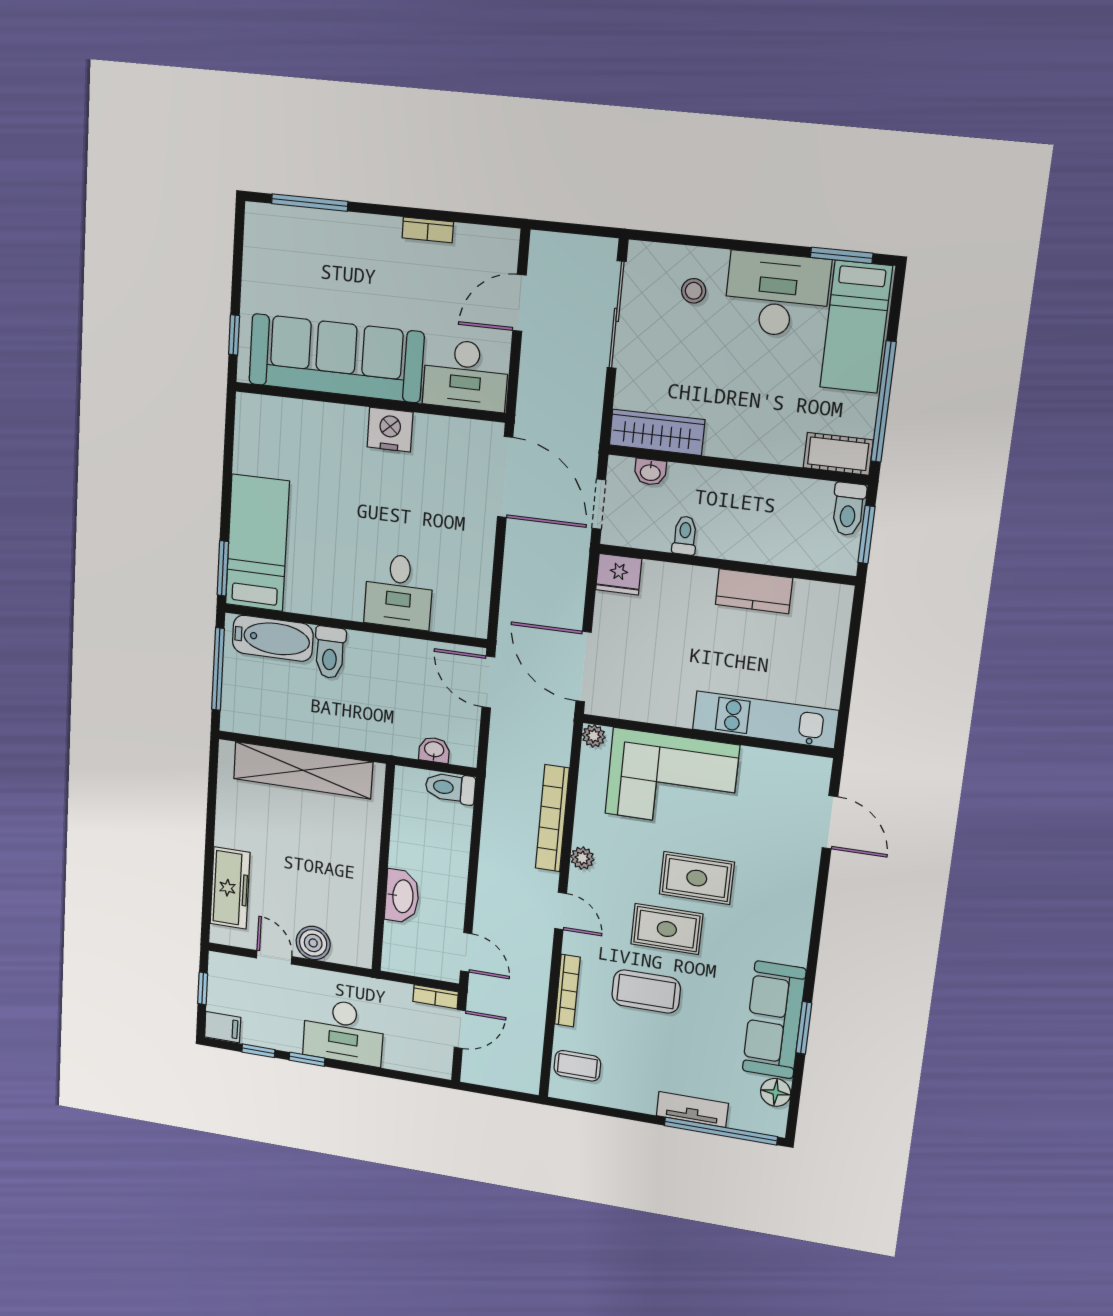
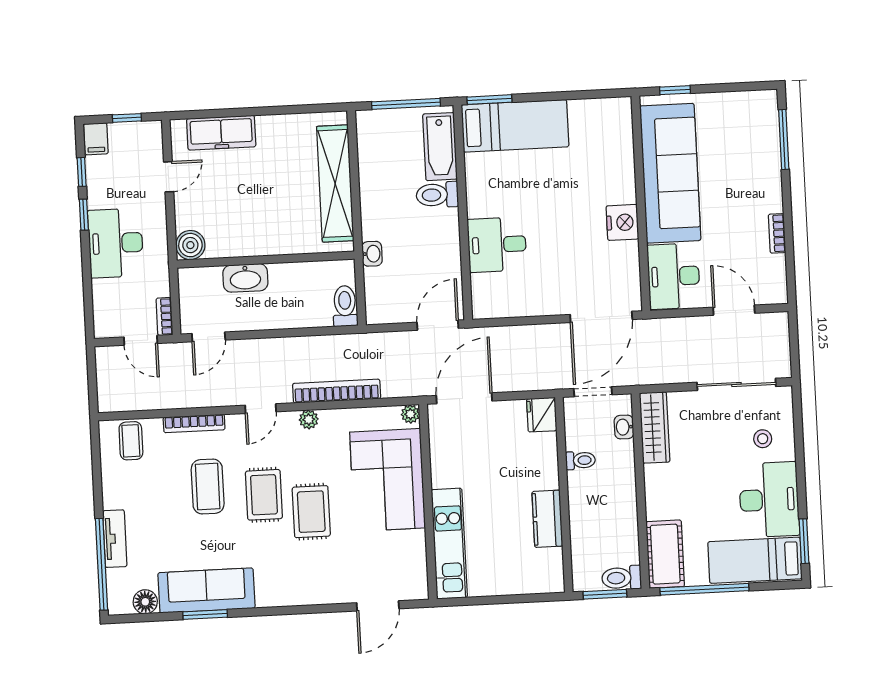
cot: (838, 454) -> (665, 554), width x1.37, depth x1.34
washbasin: (434, 750) -> (372, 254), moved
boiler: (313, 943) -> (190, 245), moved

